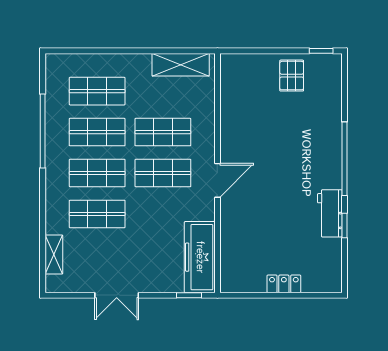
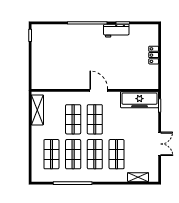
pallet: (292, 76) -> (43, 51), removed

